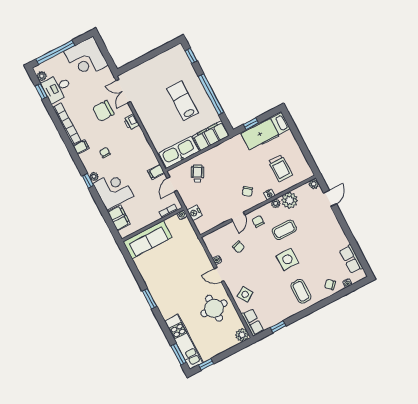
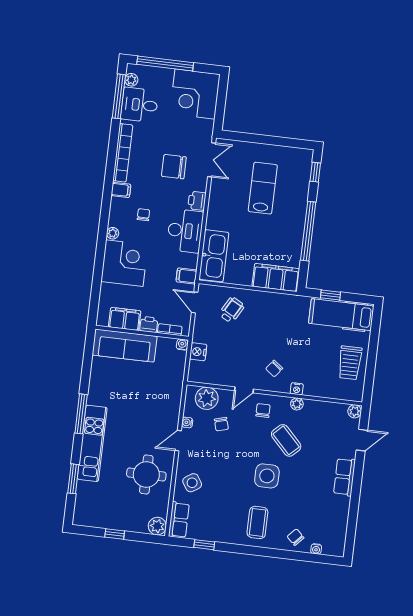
window: (41, 91) -> (119, 96), width x2.17
double door: (123, 91) -> (212, 160), swing flipped
lab bench: (183, 101) -> (263, 188), moved
desk: (137, 145) -> (185, 231), added
kitchen sink: (179, 152) -> (214, 256), moved, turned 90
trolley: (280, 168) -> (350, 363), moved
window: (88, 181) -> (103, 233), removed
door: (172, 184) -> (195, 302), hinge flipped
plant: (290, 200) -> (207, 398), moved
printer: (153, 217) -> (149, 324), added
filing cabinet: (119, 218) -> (125, 319), moved, turned -90
coffee table: (284, 230) -> (286, 440), turned 46
row of seats: (351, 259) -> (345, 477), moved
door: (219, 275) -> (178, 441), hinge flipped
window: (149, 299) -> (81, 414), width x1.44
kitchen unit: (184, 342) -> (92, 443), moved
window: (179, 354) -> (73, 479), moved
window: (206, 364) -> (115, 534), moved

